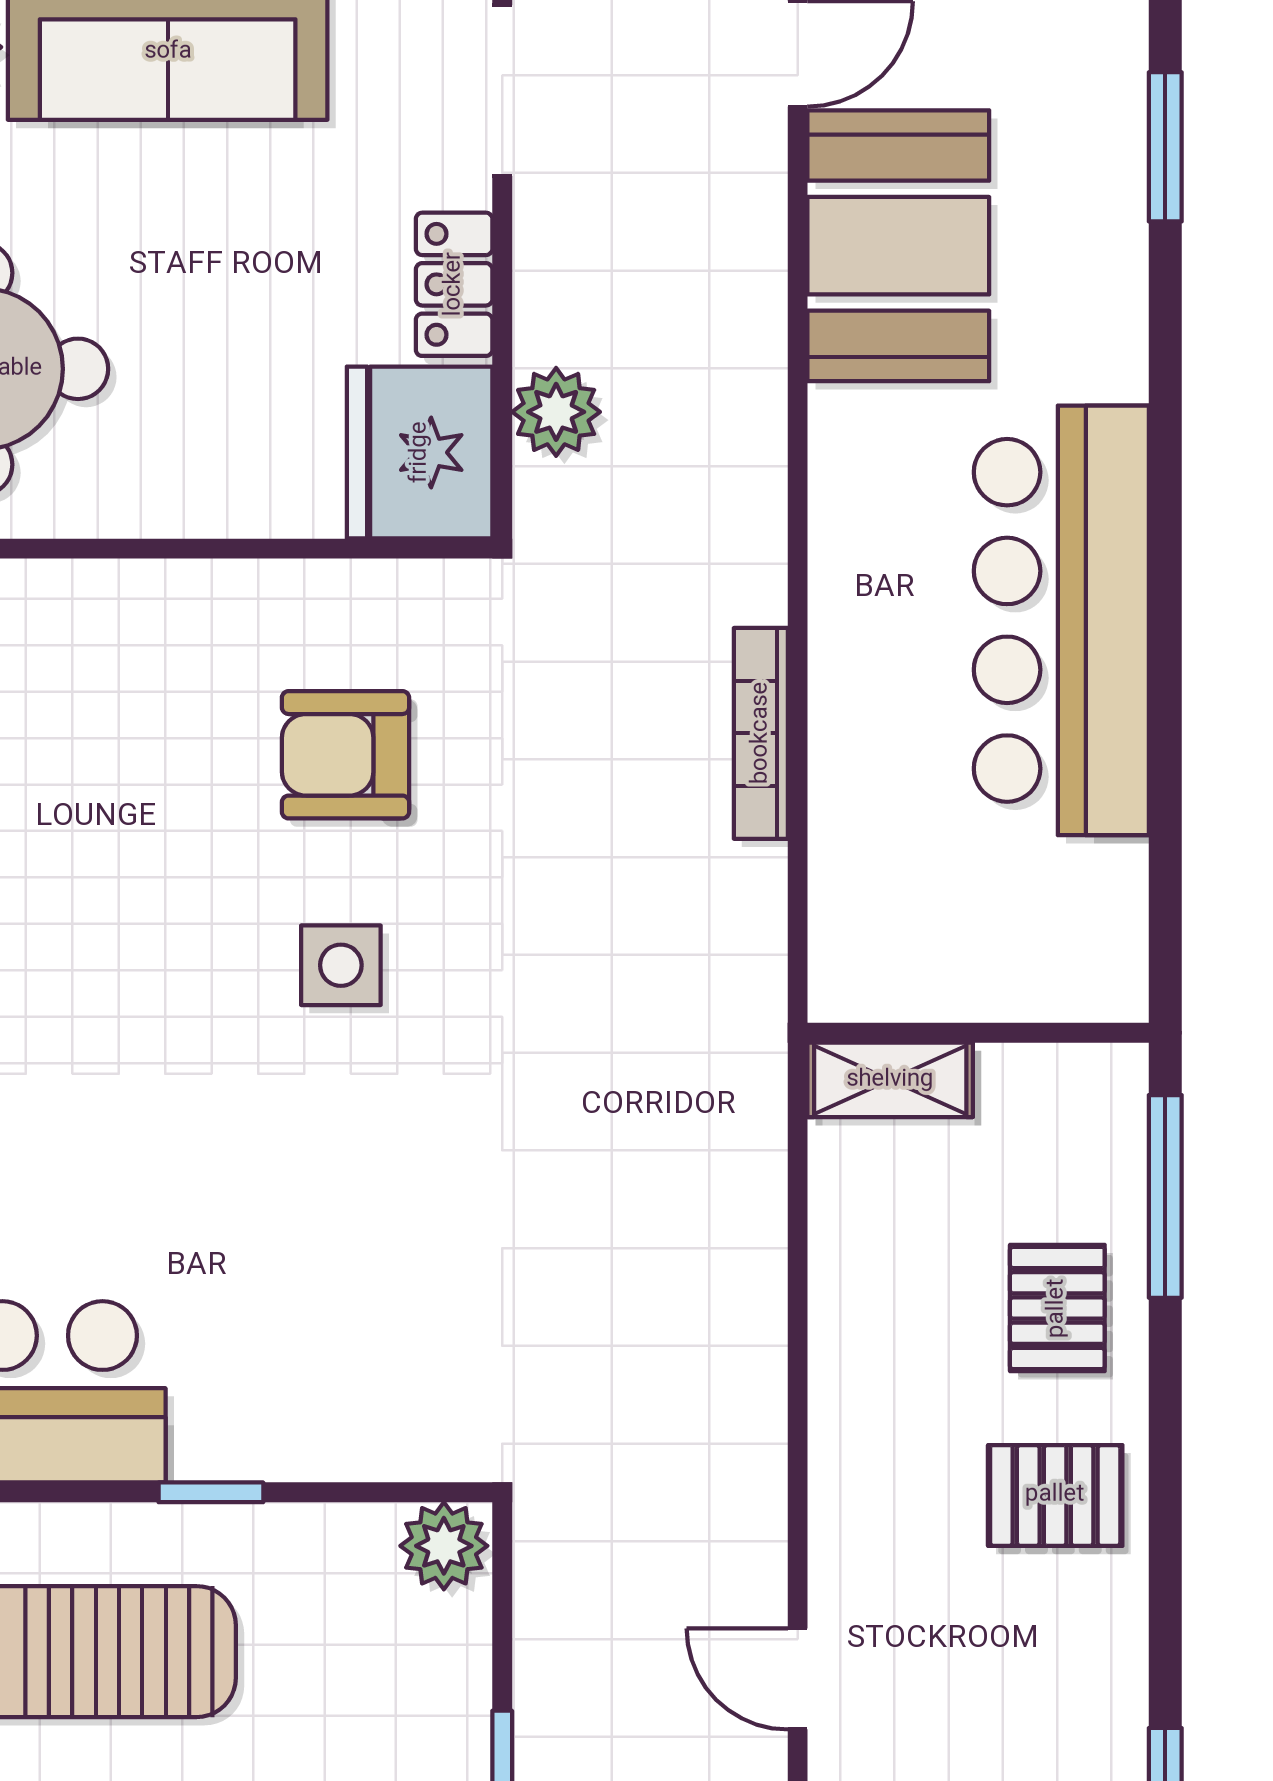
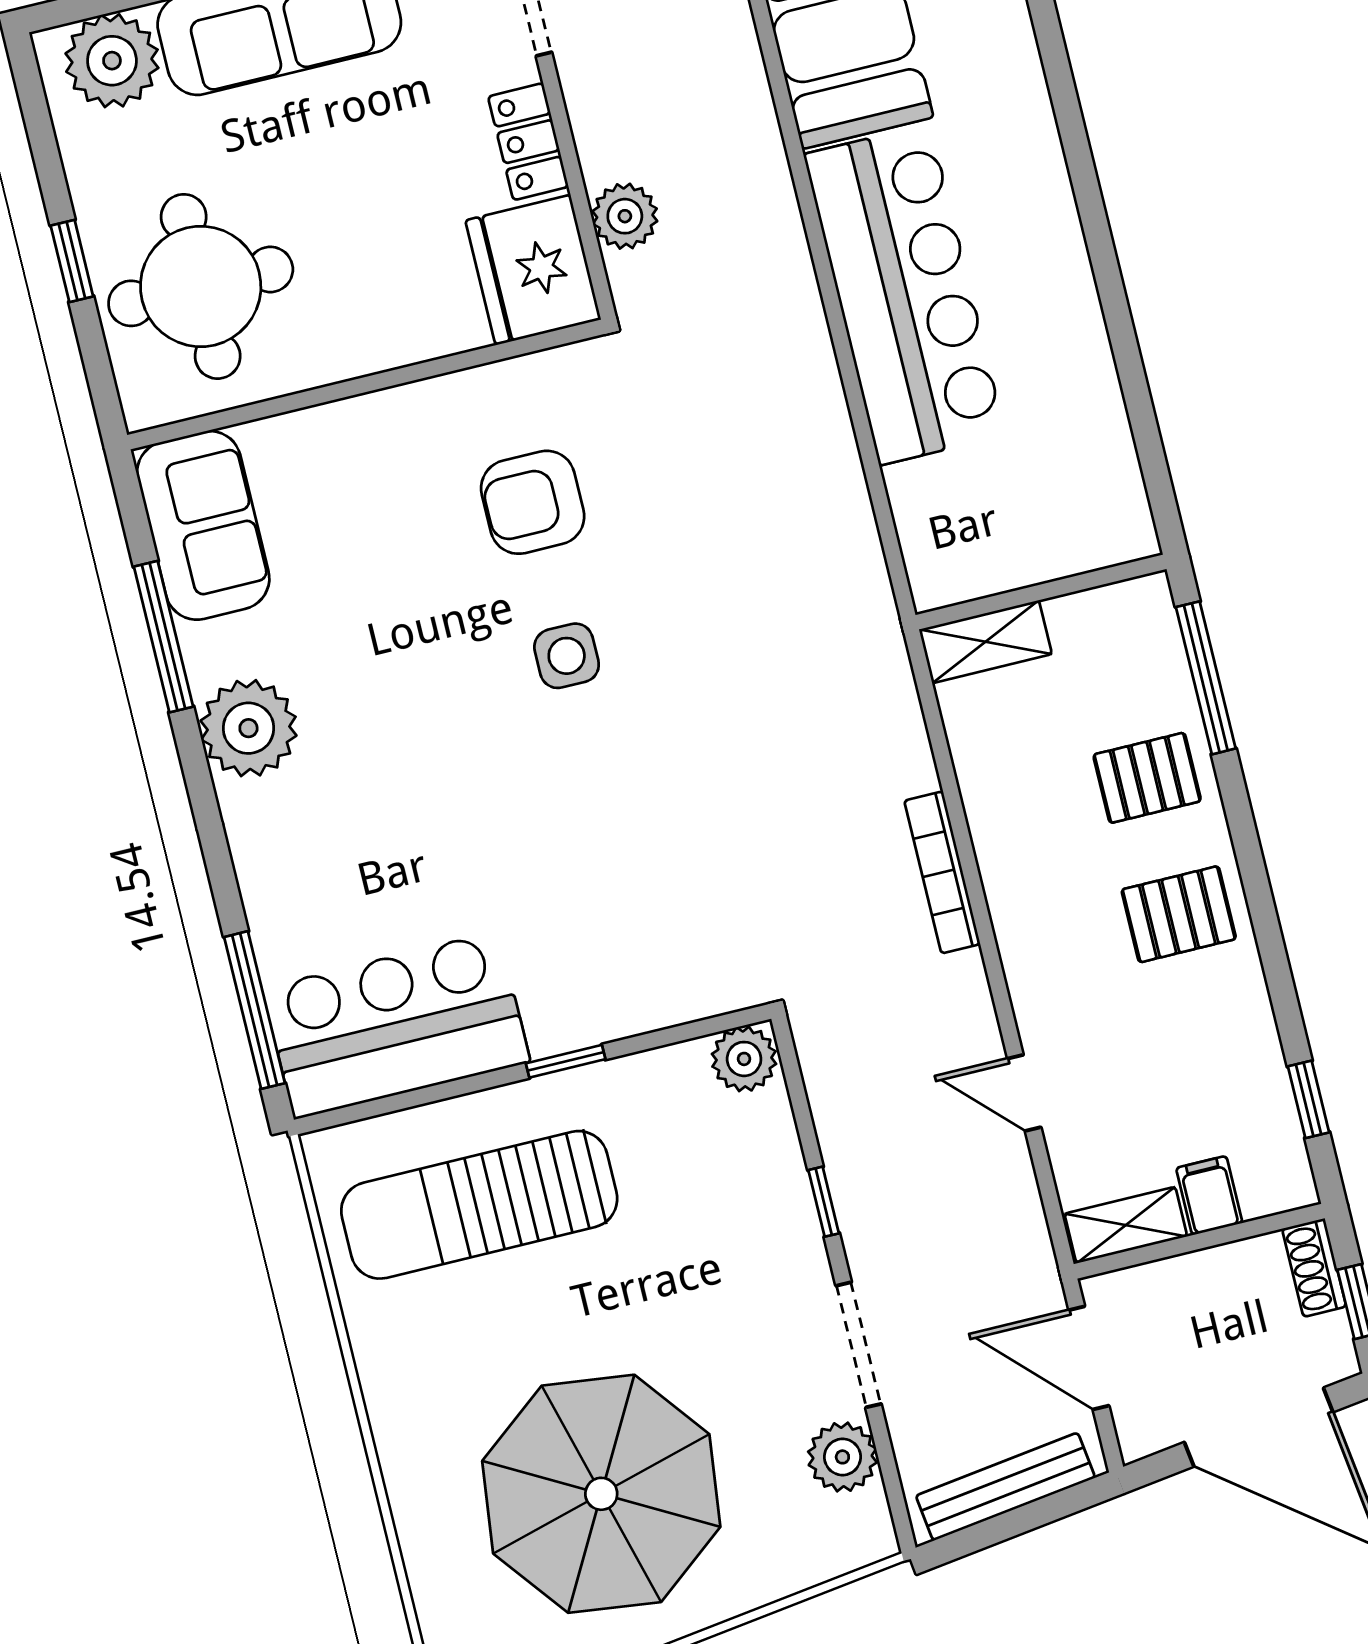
bar counter: (1061, 620) -> (905, 295), moved, turned 180
bookcase: (761, 733) -> (942, 872), moved
pallet: (1057, 1308) -> (1147, 778), turned 90

